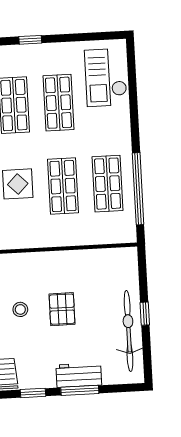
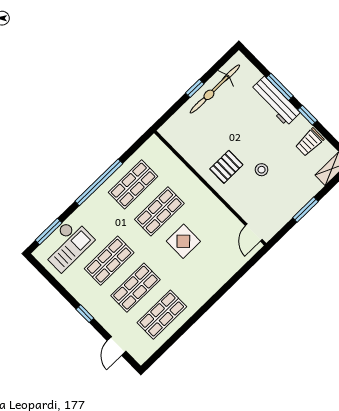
window: (132, 72) -> (49, 232), added
window: (138, 189) -> (99, 182), moved
pallet: (62, 309) -> (226, 167), moved
workbench: (79, 375) -> (275, 101), width x1.38

